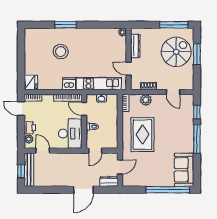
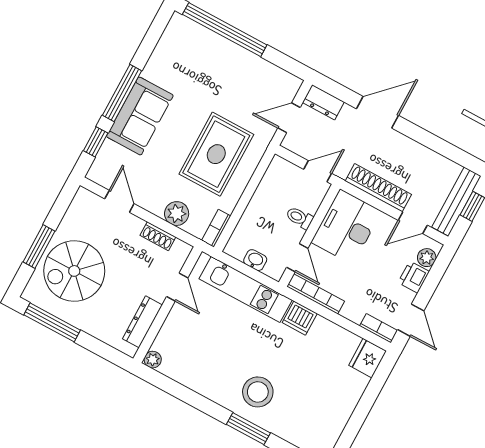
stool: (61, 52) -> (258, 392), moved
door: (43, 151) -> (413, 223), hinge flipped
shoe rack: (66, 158) -> (378, 188), added
sofa: (184, 170) -> (140, 116), moved

